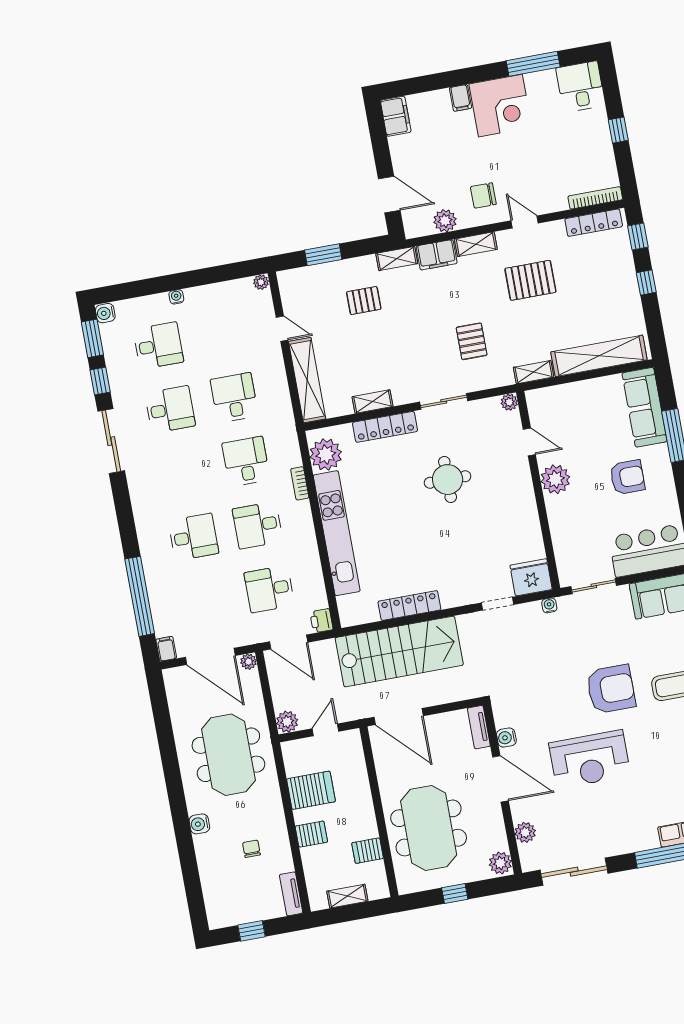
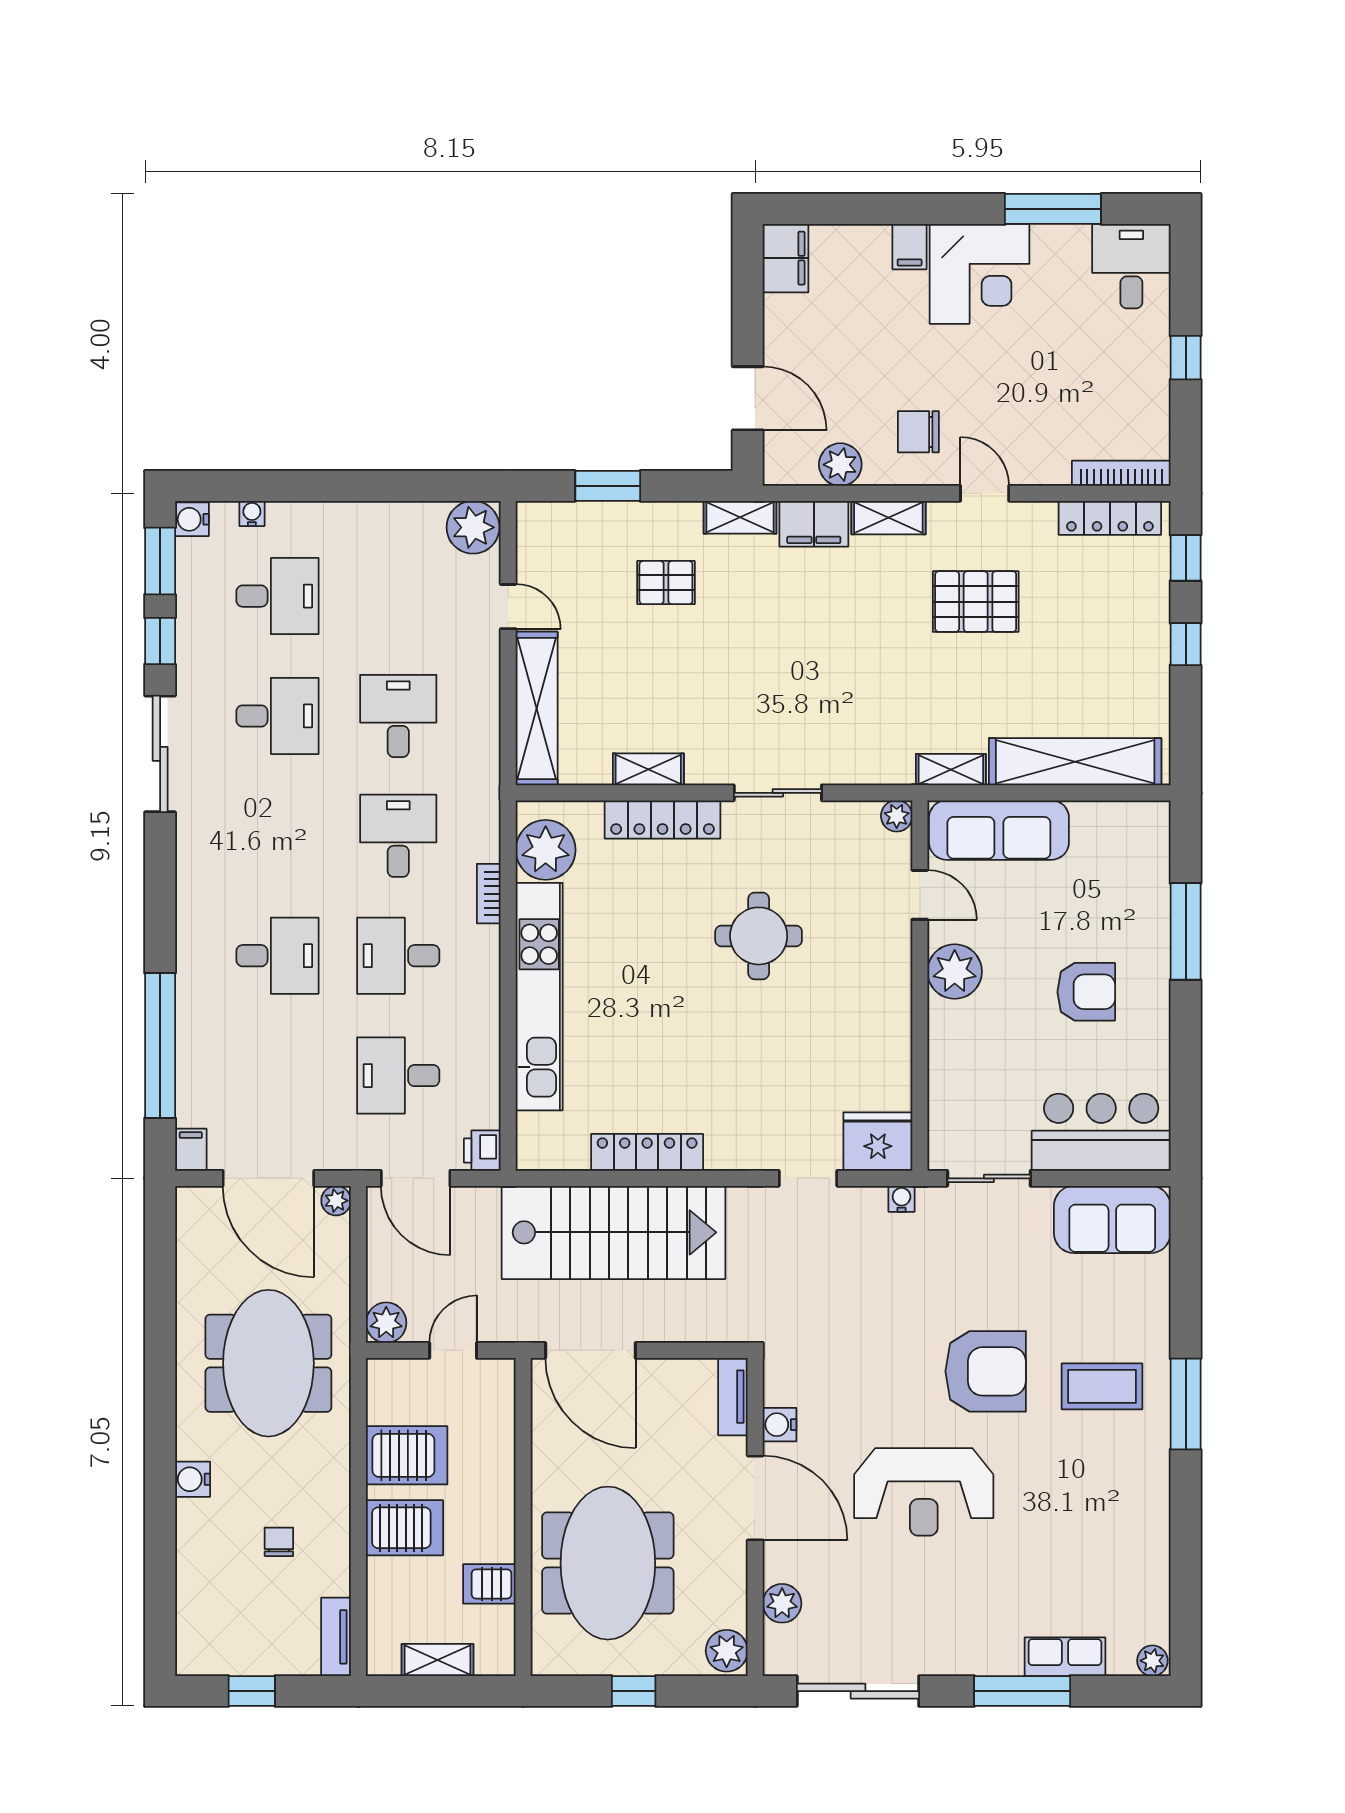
plant: (261, 282) -> (473, 527), width x1.88, depth x1.88
water cooler: (176, 297) -> (252, 513), moved
pallet: (472, 341) -> (848, 693), removed
sofa: (645, 407) -> (999, 830), moved, turned -90
server rack: (311, 834) -> (404, 1528), width x1.36, depth x1.44

